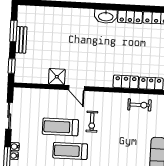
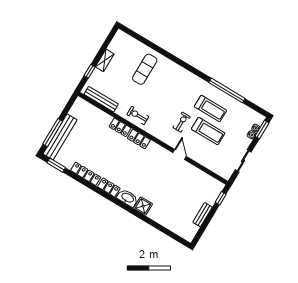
window: (13, 31) -> (205, 225), removed
shower: (57, 77) -> (143, 206), moved

